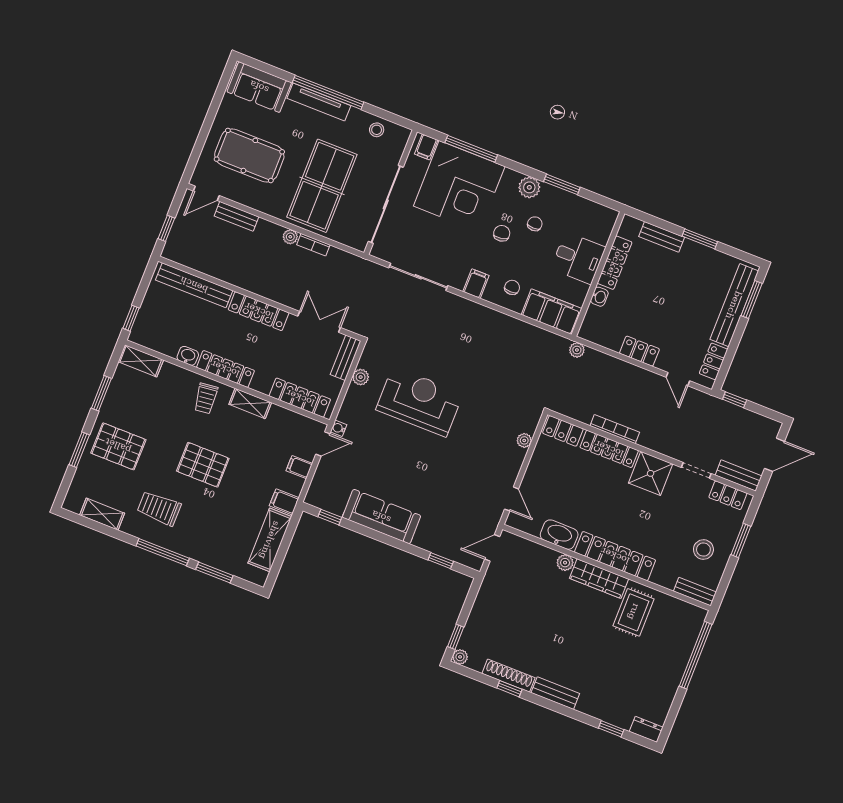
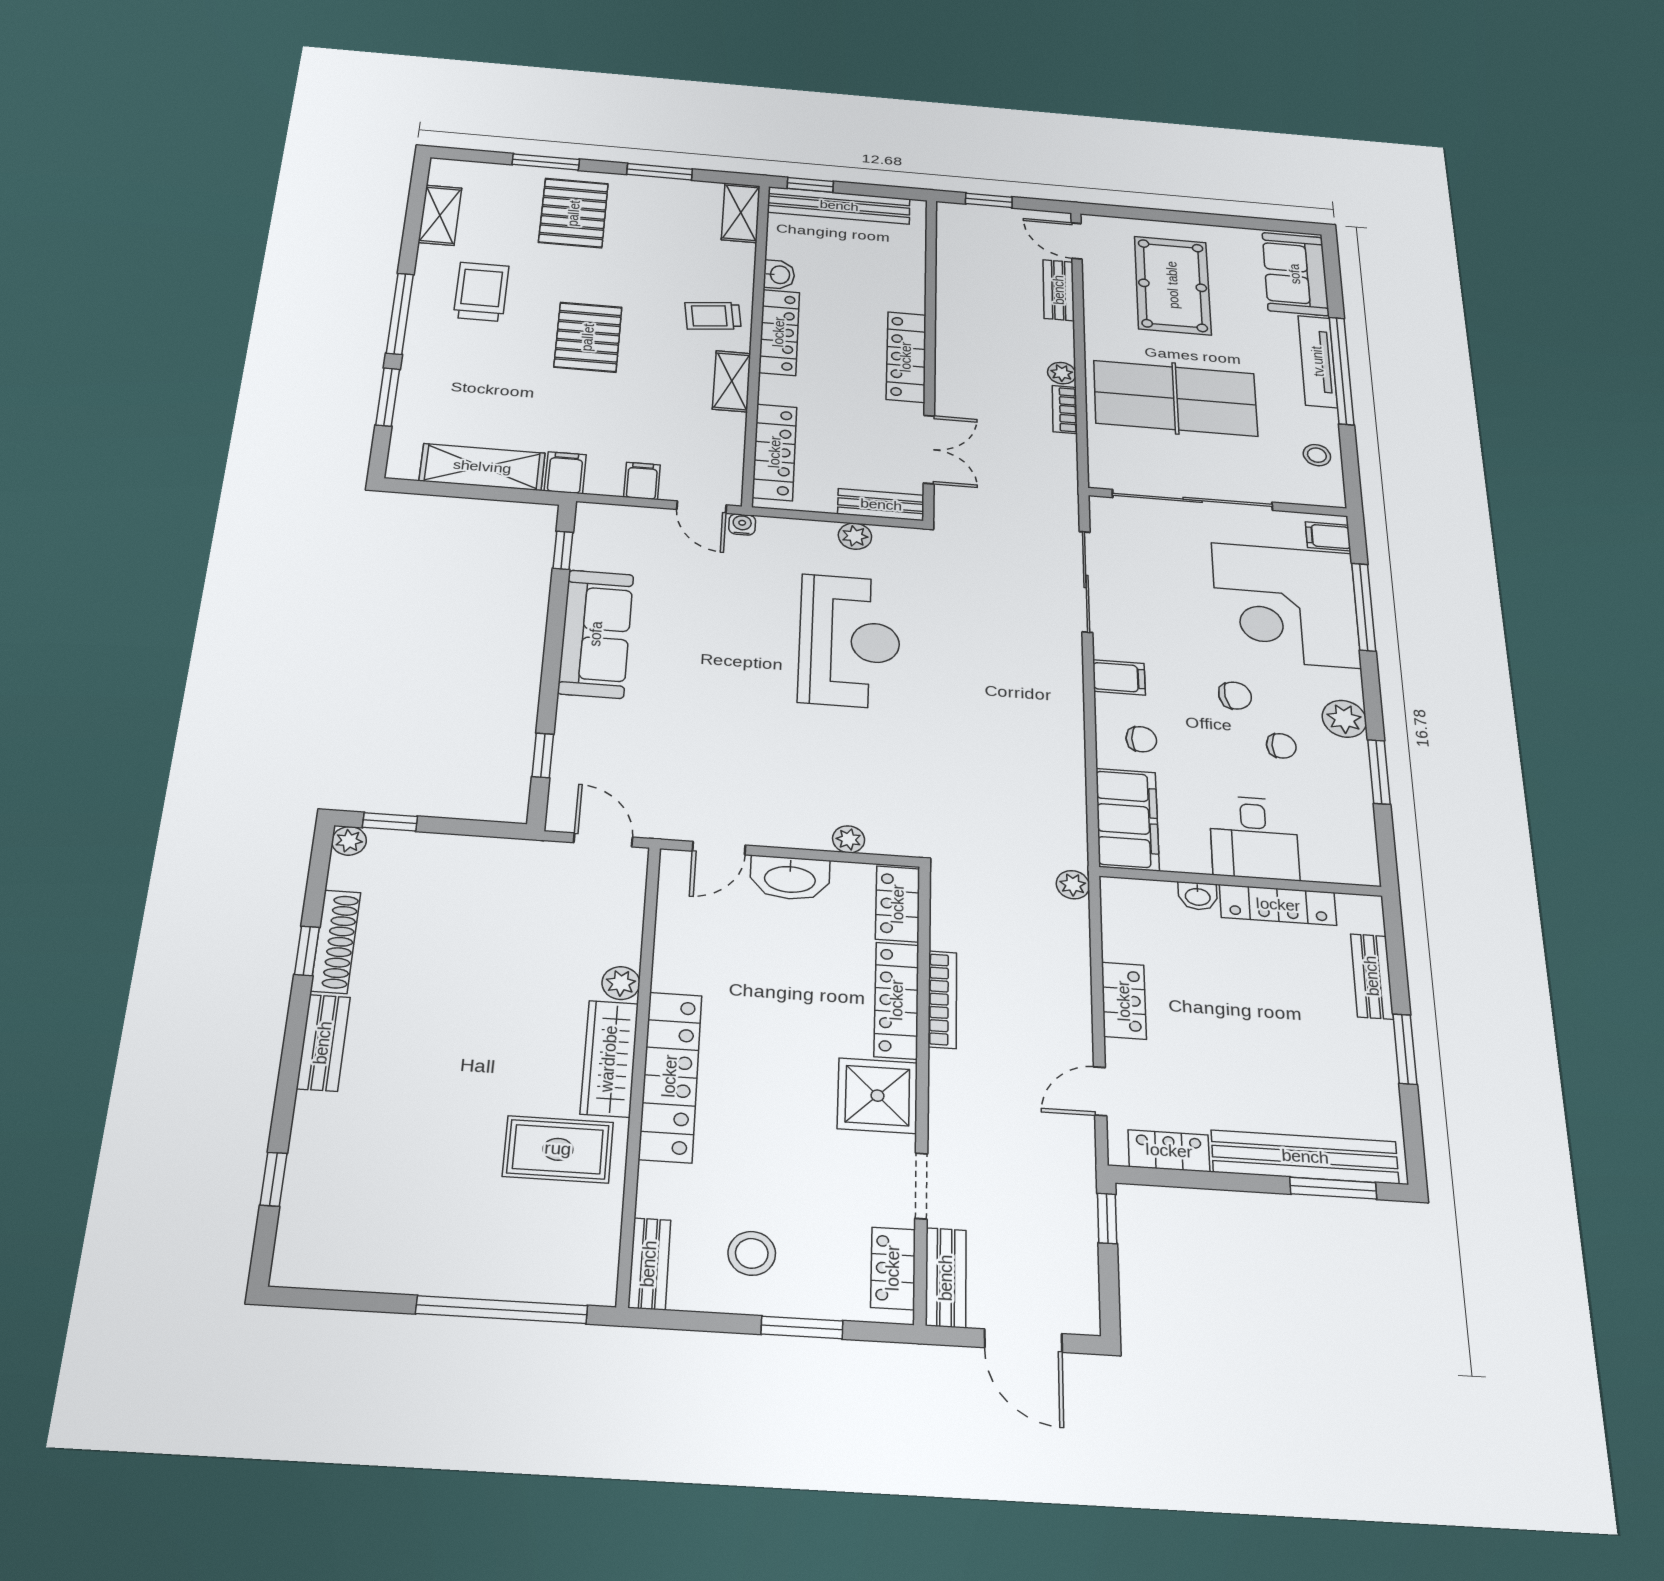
bench: (194, 285) -> (839, 206), moved, turned 90
washbasin: (559, 535) -> (790, 878), moved, turned 90
dresser: (646, 729) -> (293, 1254), removed

